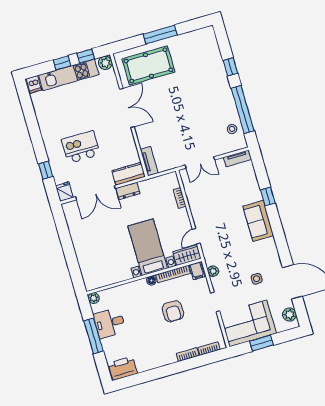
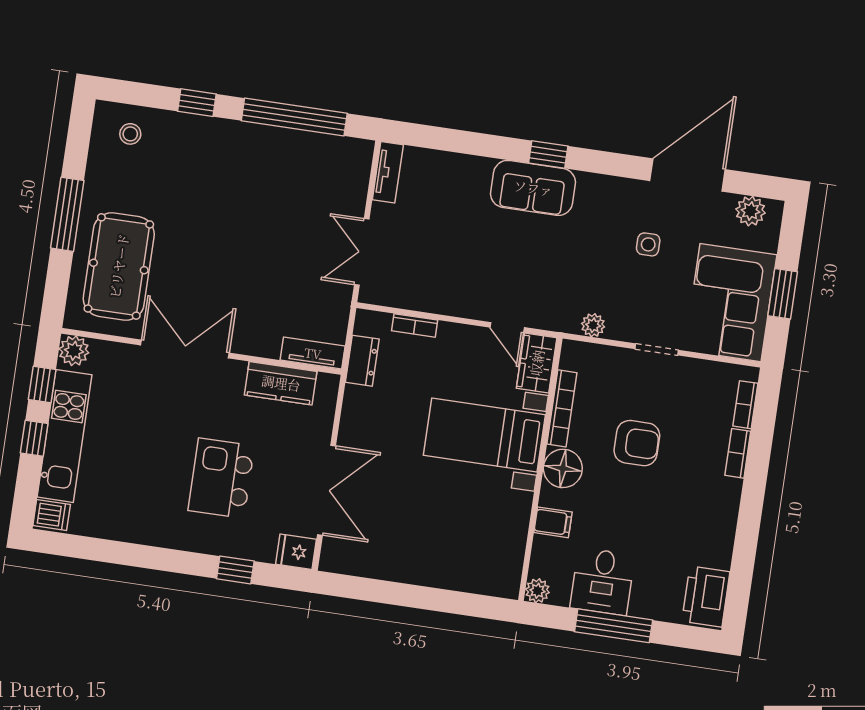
stool: (232, 129) -> (130, 134), moved
double door: (200, 162) -> (362, 252), swing flipped
kitchen counter: (129, 174) -> (281, 383), moved, turned -90
dresser: (128, 191) -> (362, 361), moved
window: (268, 196) -> (548, 155), moved
filing cabinet: (197, 271) -> (553, 522), moved
floor lamp: (151, 281) -> (563, 468), width x1.89, depth x1.89

